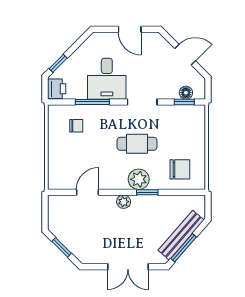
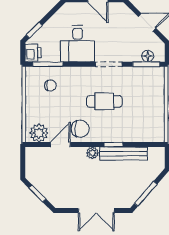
window: (92, 102) -> (48, 64), moved
window: (184, 102) -> (146, 64), width x1.50
chair: (180, 169) -> (80, 129), moved
plant: (139, 179) -> (39, 133), moved
bench: (181, 235) -> (123, 154), moved, turned 49

